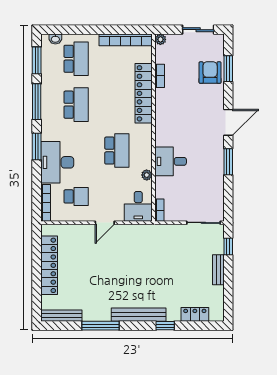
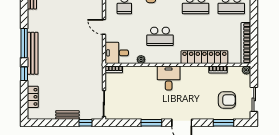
armchair: (210, 73) -> (227, 100), moved
desk: (171, 161) -> (169, 78), moved
window: (100, 326) -> (24, 43), moved

